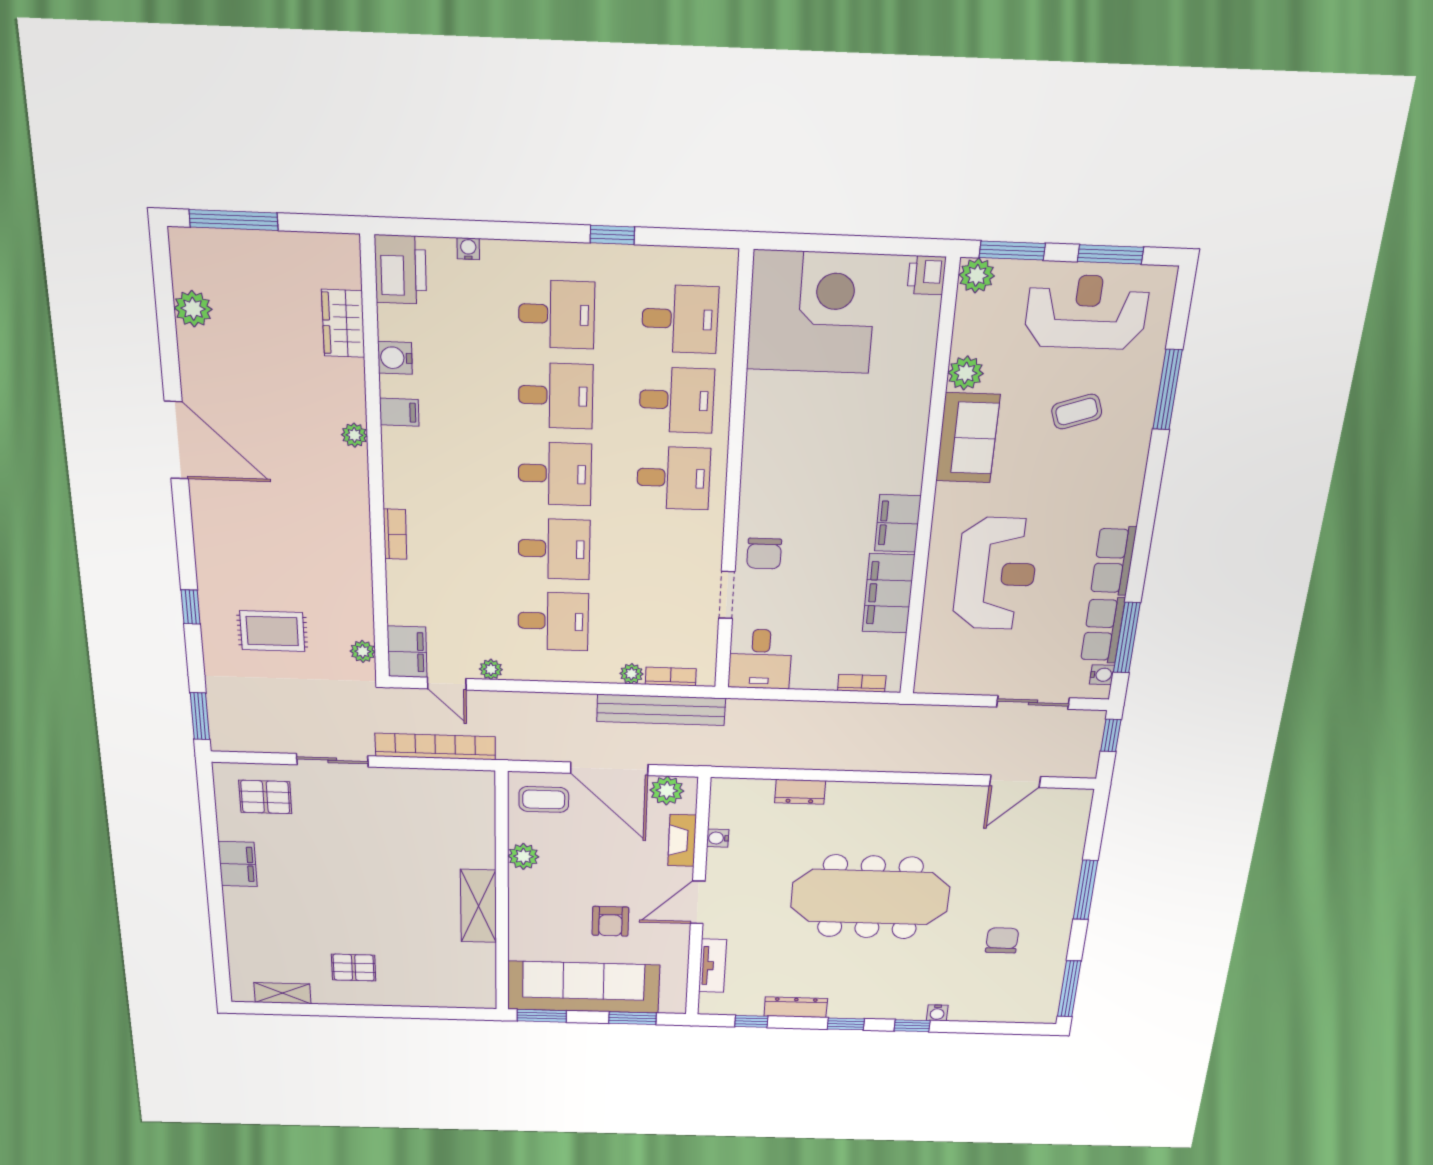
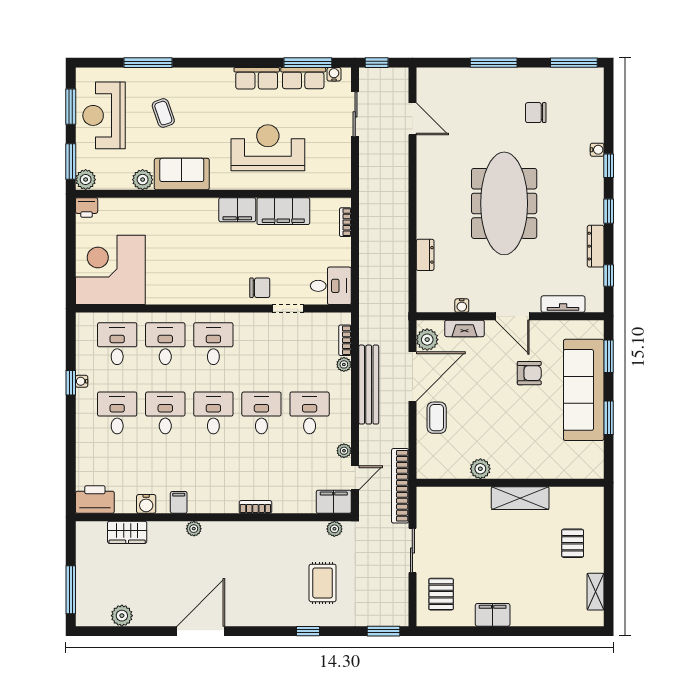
water cooler: (468, 249) -> (82, 381), moved
bench: (661, 710) -> (369, 385), moved
plant: (523, 856) -> (480, 469), moved
wall: (502, 894) -> (510, 483), moved
shelving: (478, 906) -> (520, 498), moved

